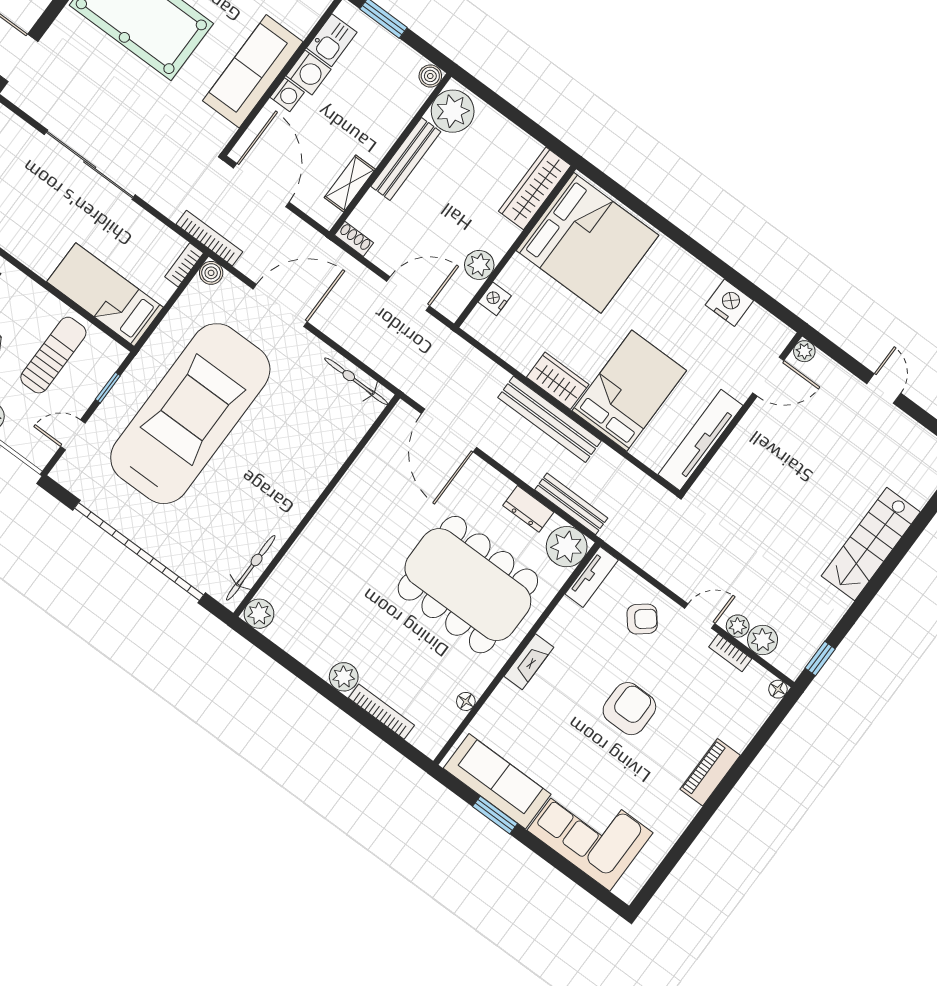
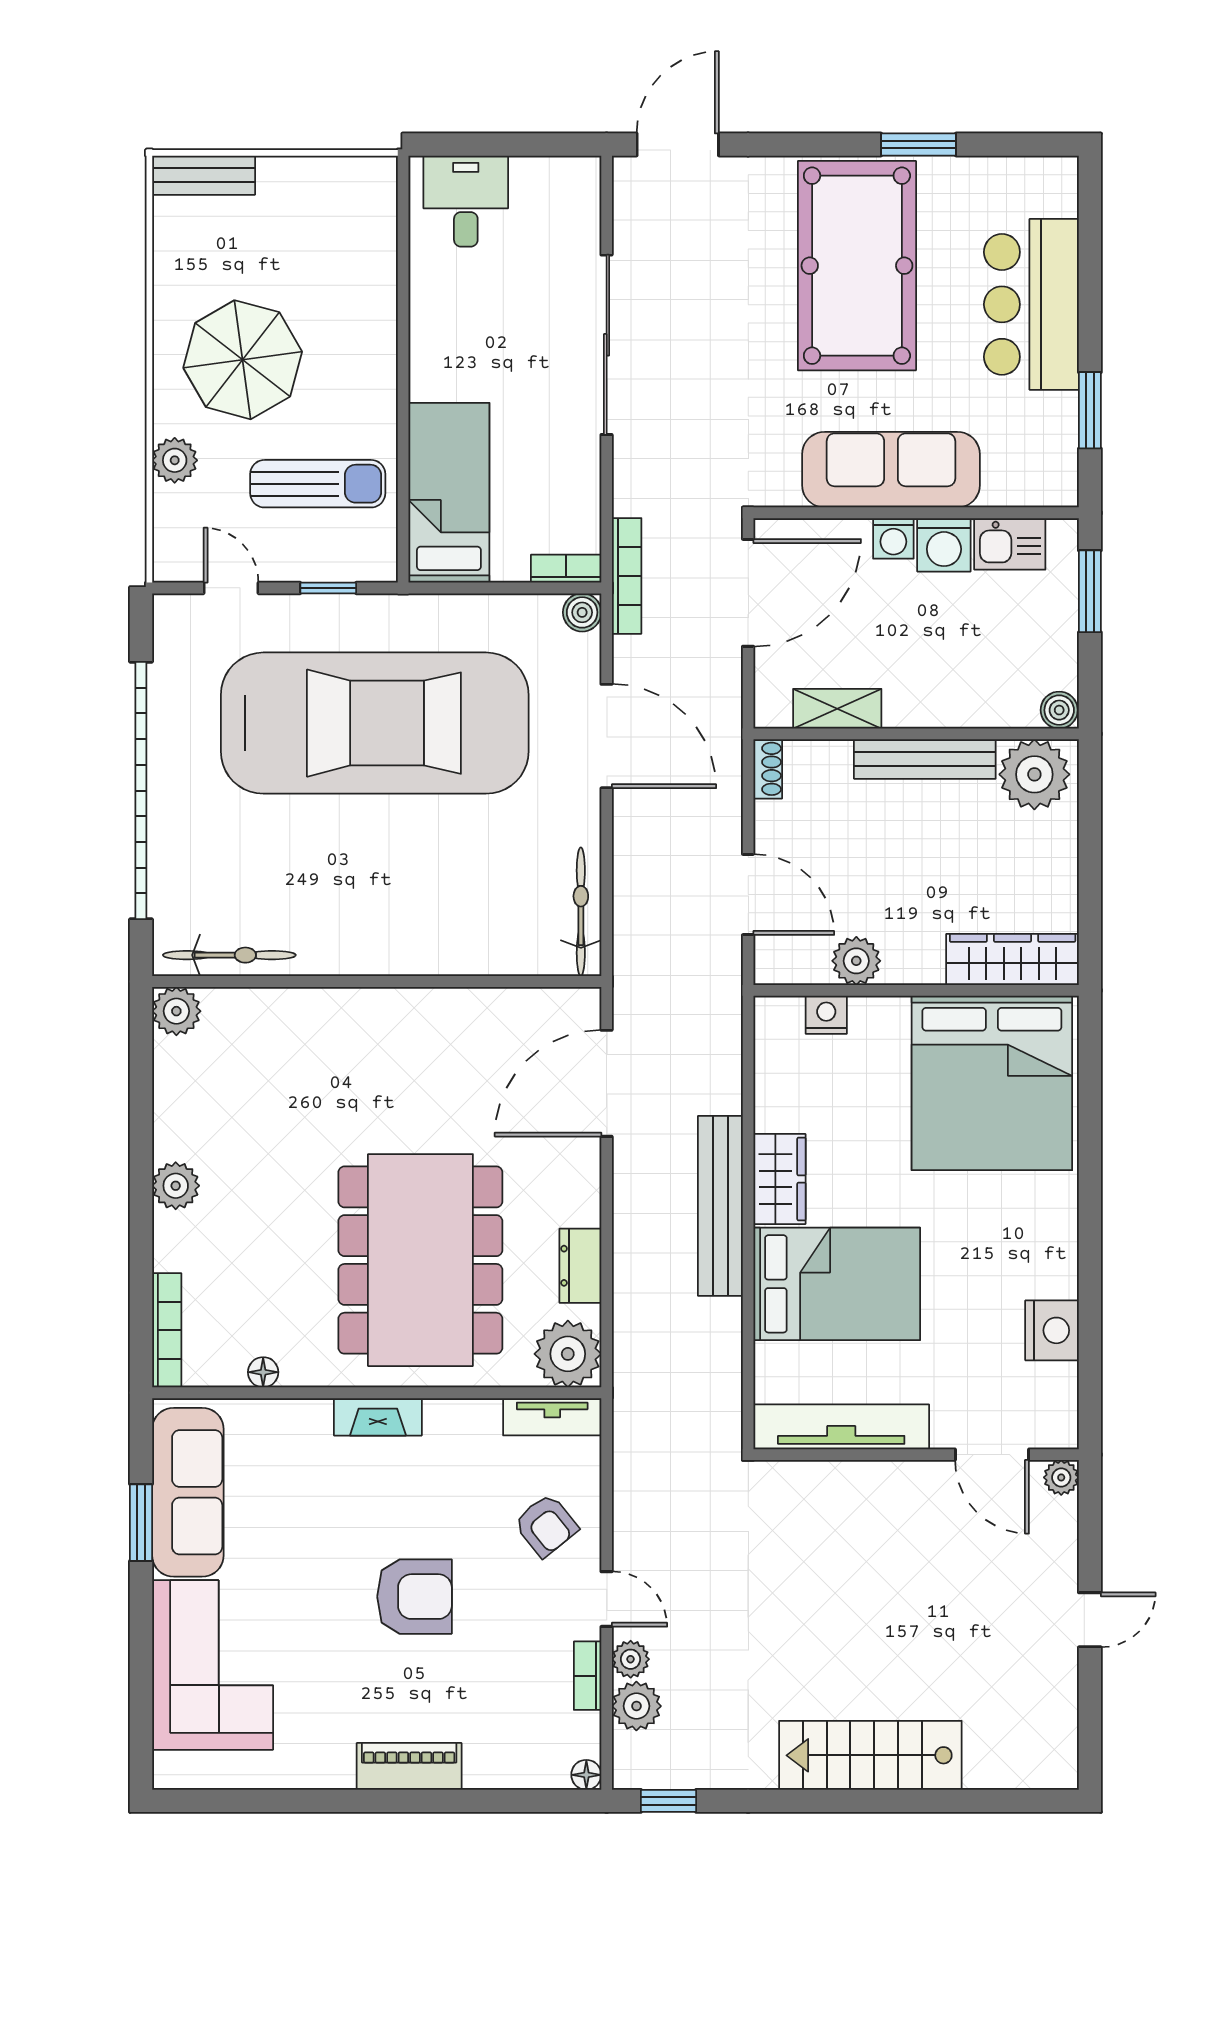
bench: (571, 504) -> (629, 1318), removed
bookcase: (381, 712) -> (167, 1330), moved

